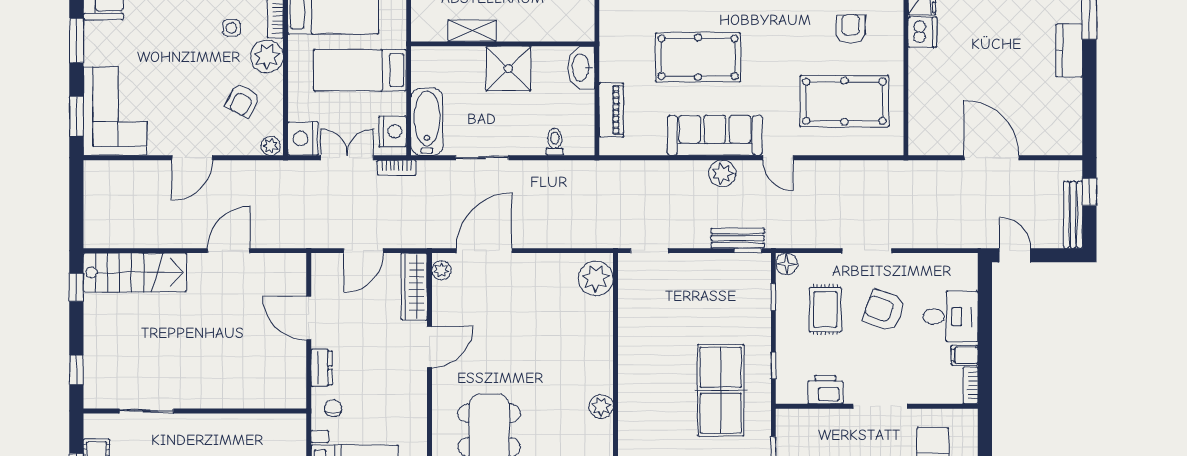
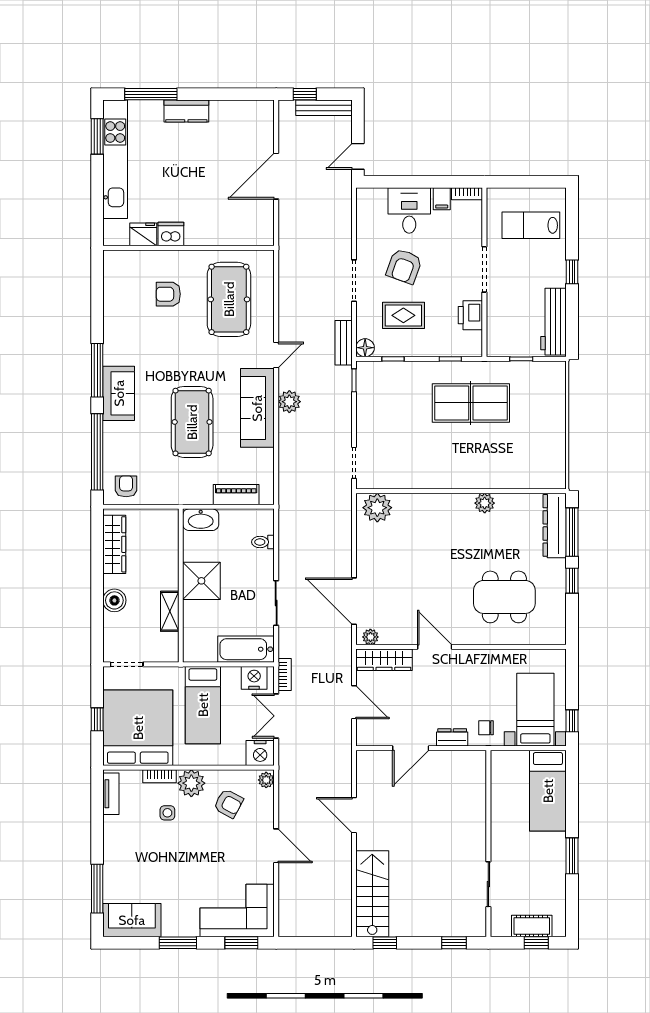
bench: (738, 238) -> (344, 343), moved

